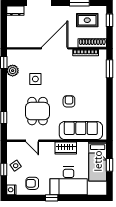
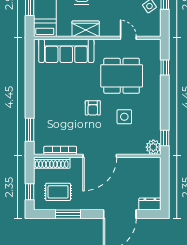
plant: (13, 71) -> (153, 147), moved
armchair: (69, 101) -> (93, 108), moved
dining table: (37, 111) -> (122, 76), width x1.38

